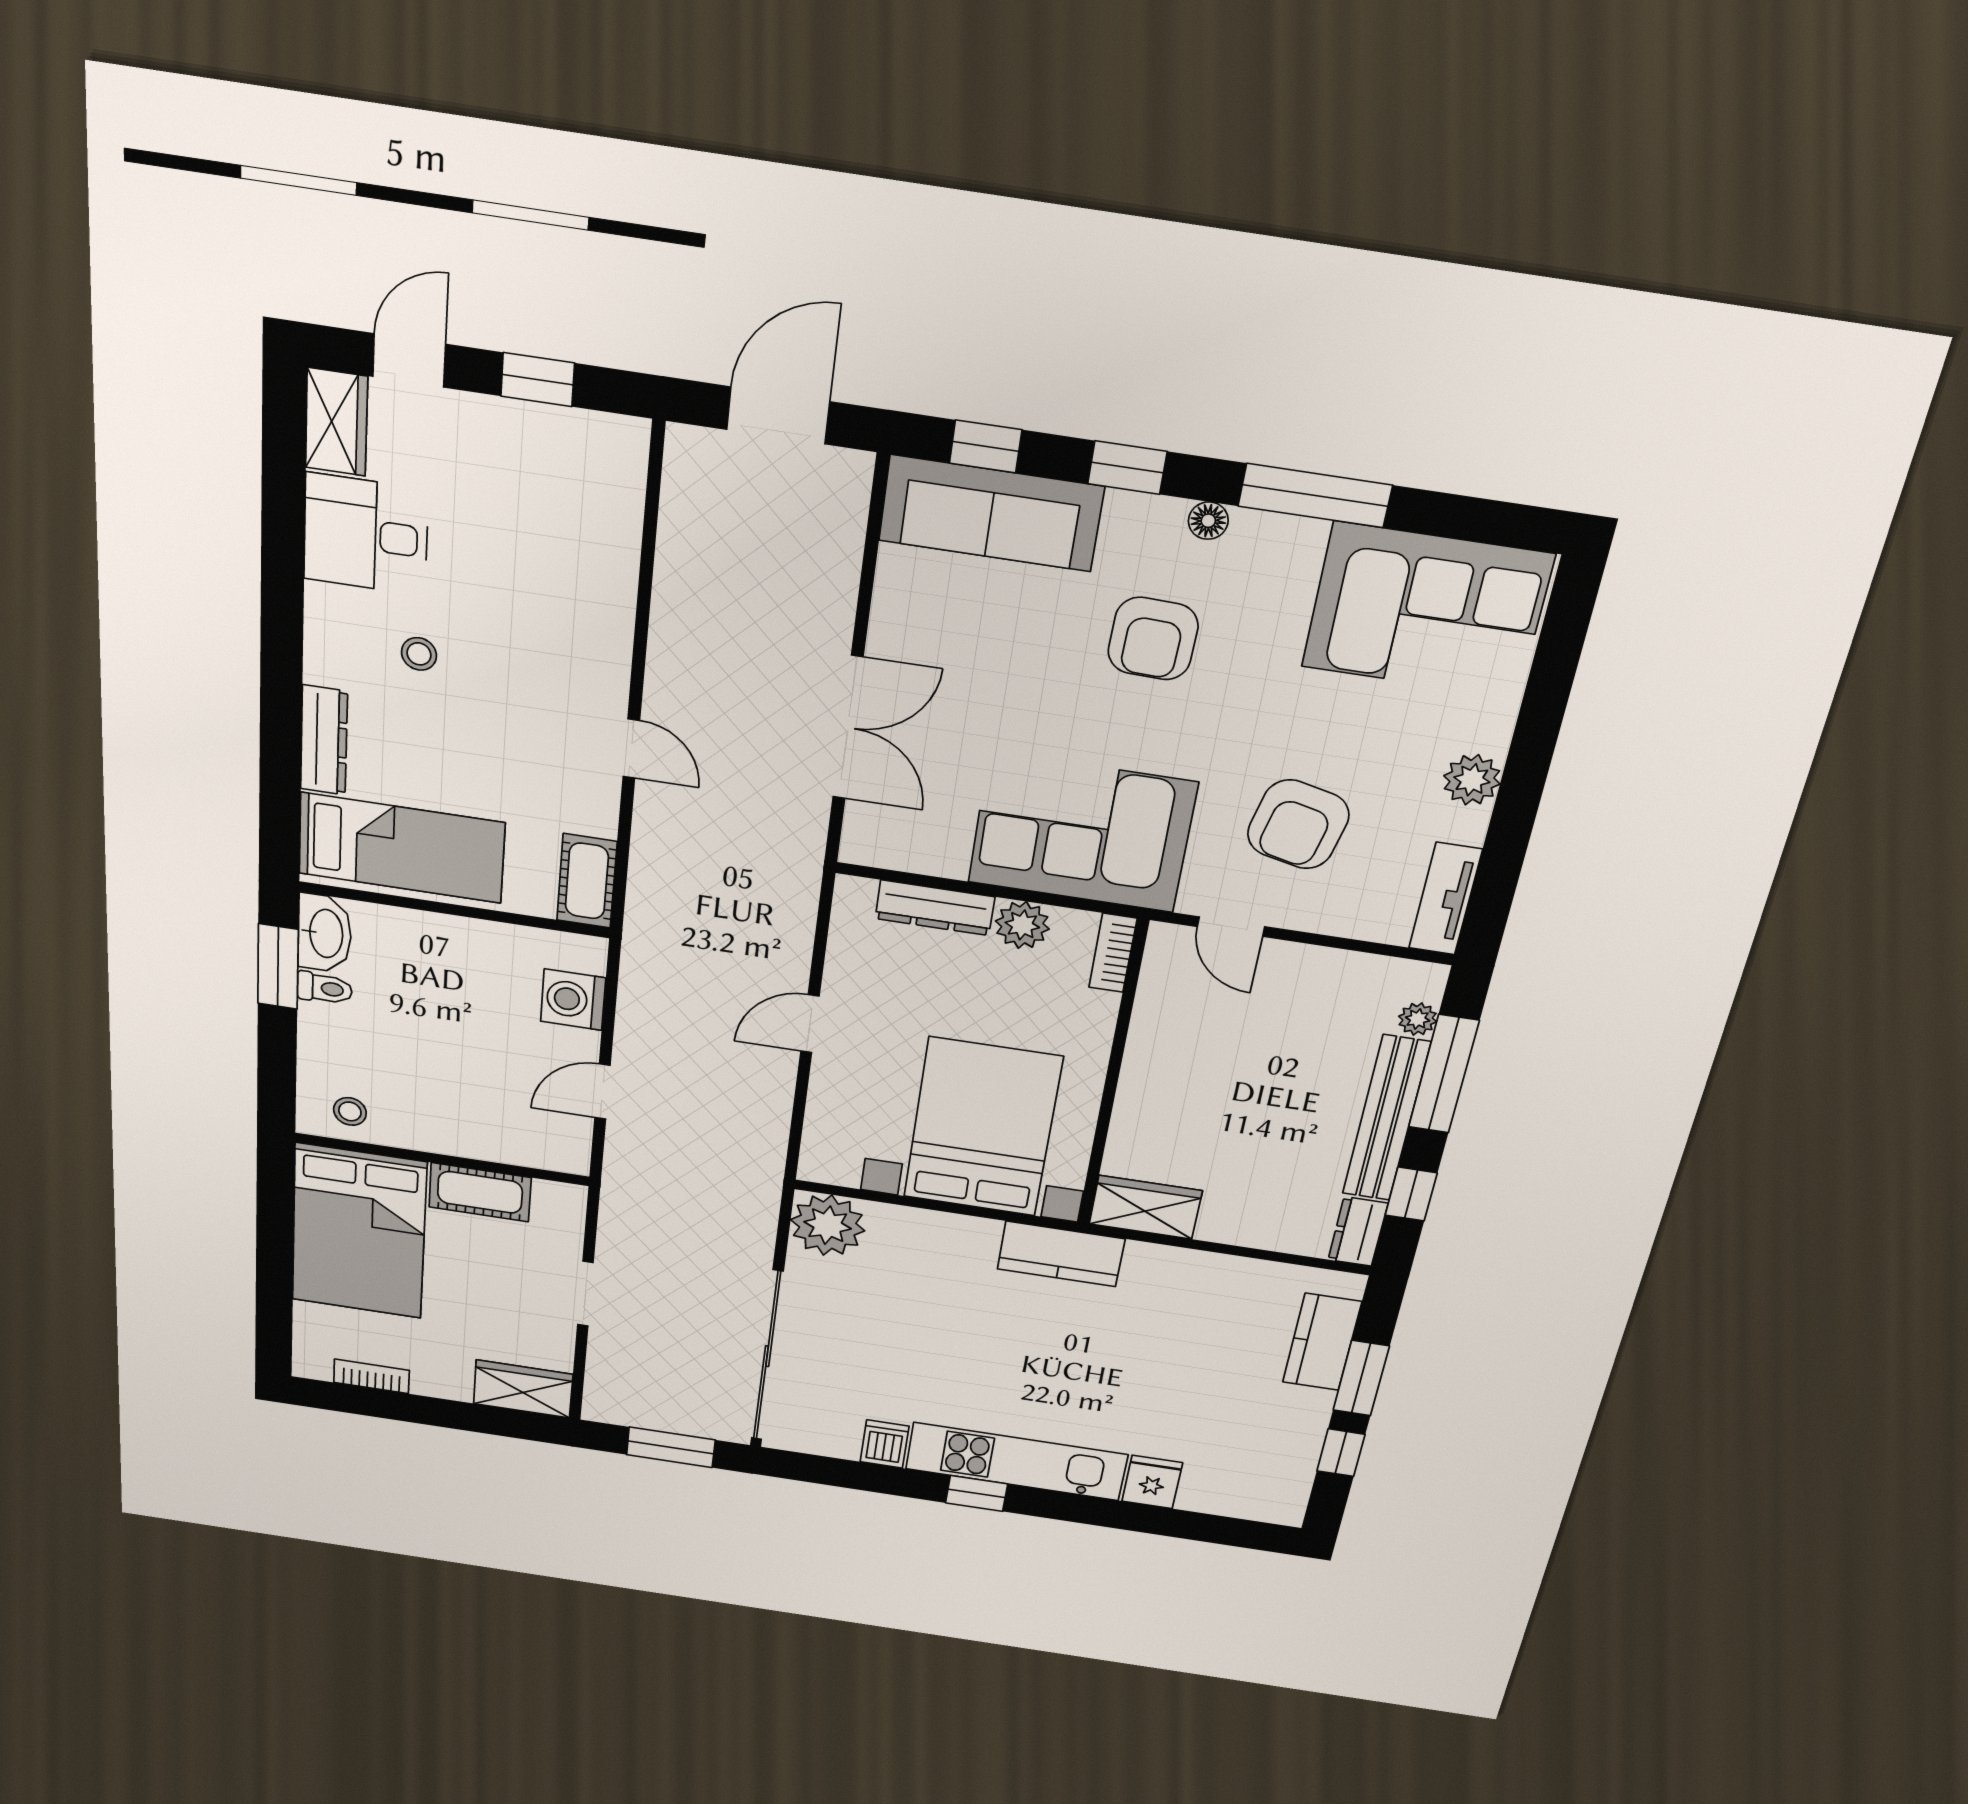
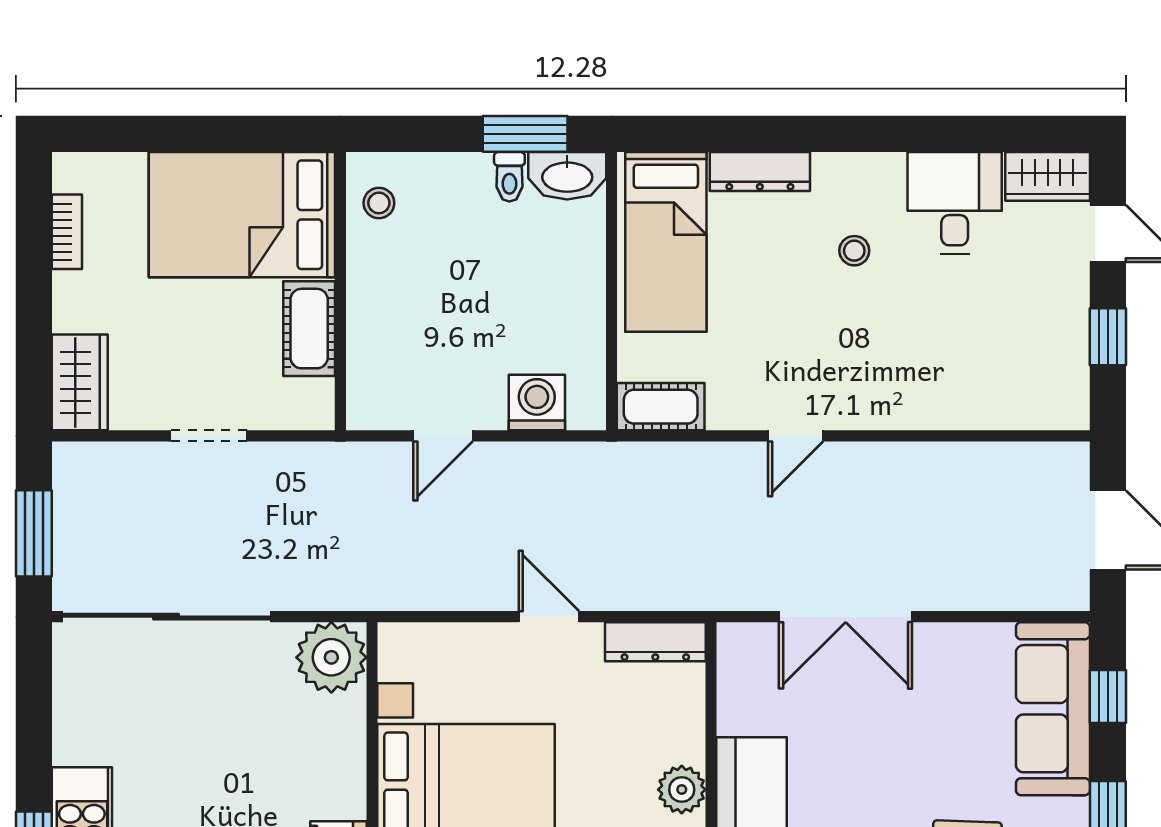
dresser: (935, 908) -> (655, 642), moved, turned -90
door: (602, 1092) -> (443, 436), swing flipped
dishwasher: (885, 1444) -> (79, 742), removed

